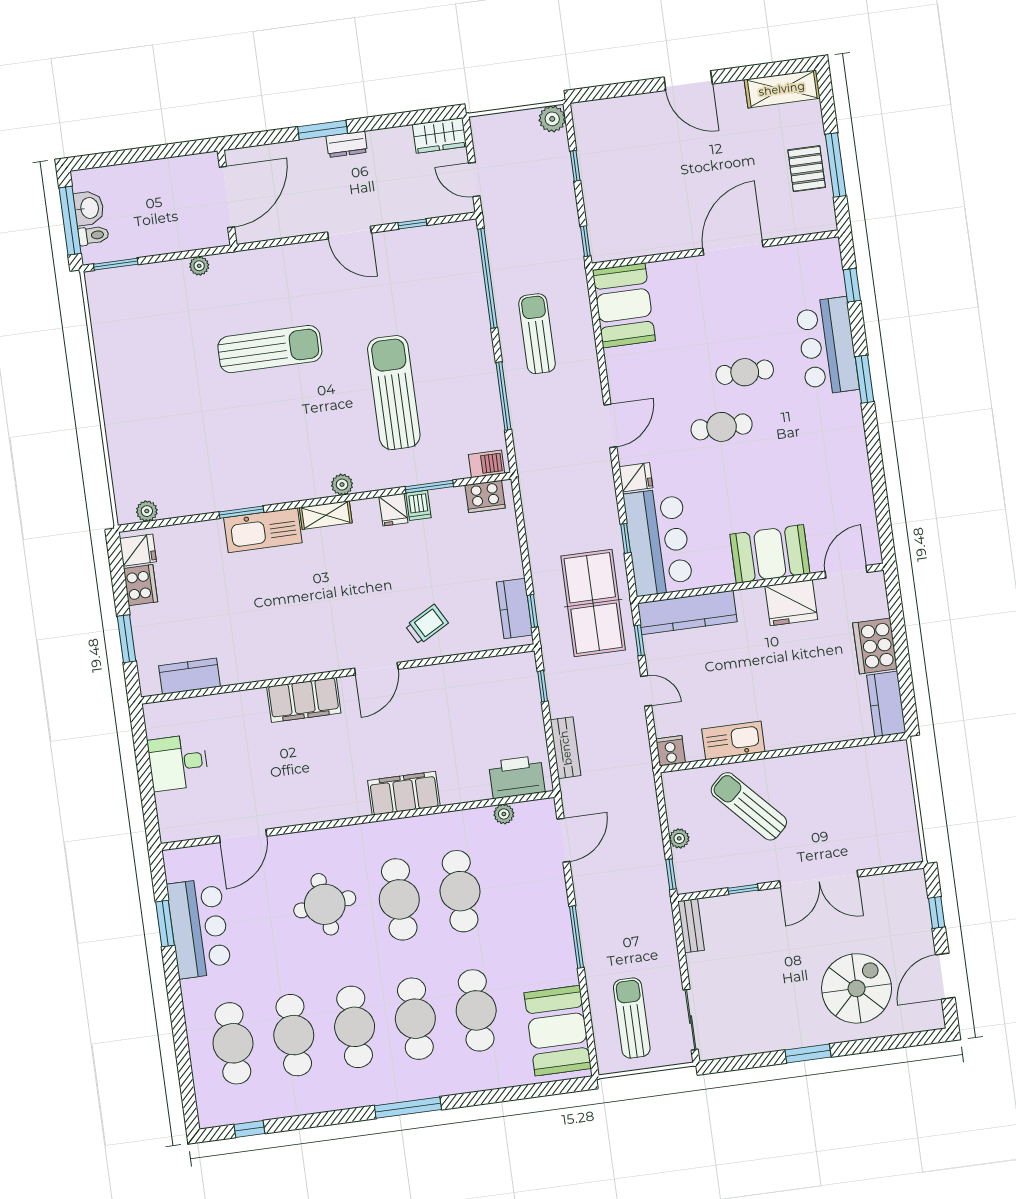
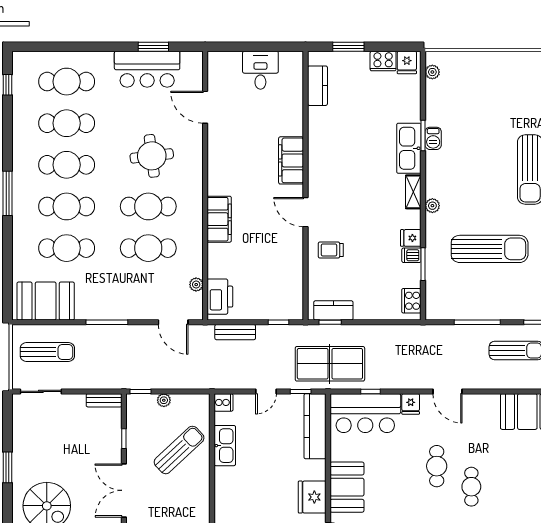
barbecue: (487, 464) -> (433, 138), moved
trolley: (427, 624) -> (331, 250), turned 119

